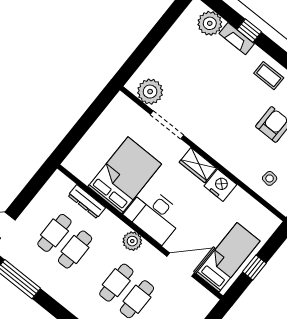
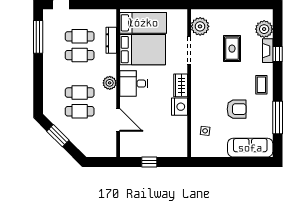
rug: (203, 76) -> (232, 49), added
desk: (154, 215) -> (134, 84), width x0.73
bed: (228, 257) -> (143, 23), moved

